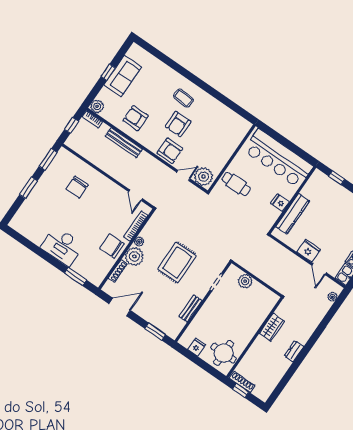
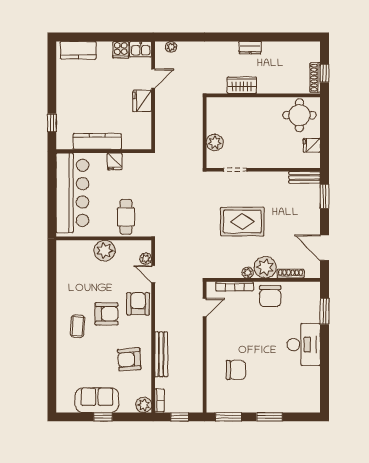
armchair: (136, 118) -> (129, 359), turned 86
plant: (223, 153) -> (104, 251), added
plant: (204, 177) -> (146, 259), width x0.53, depth x0.53
kitchen counter: (293, 214) -> (97, 141), moved
bench: (190, 309) -> (305, 177), moved

